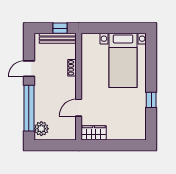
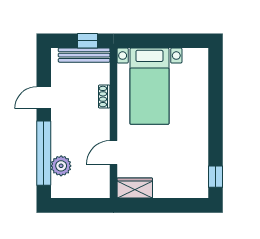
bed with nightstands: (123, 60) -> (149, 86), moved
window: (151, 100) -> (216, 177), moved
plant: (41, 129) -> (61, 166), moved

